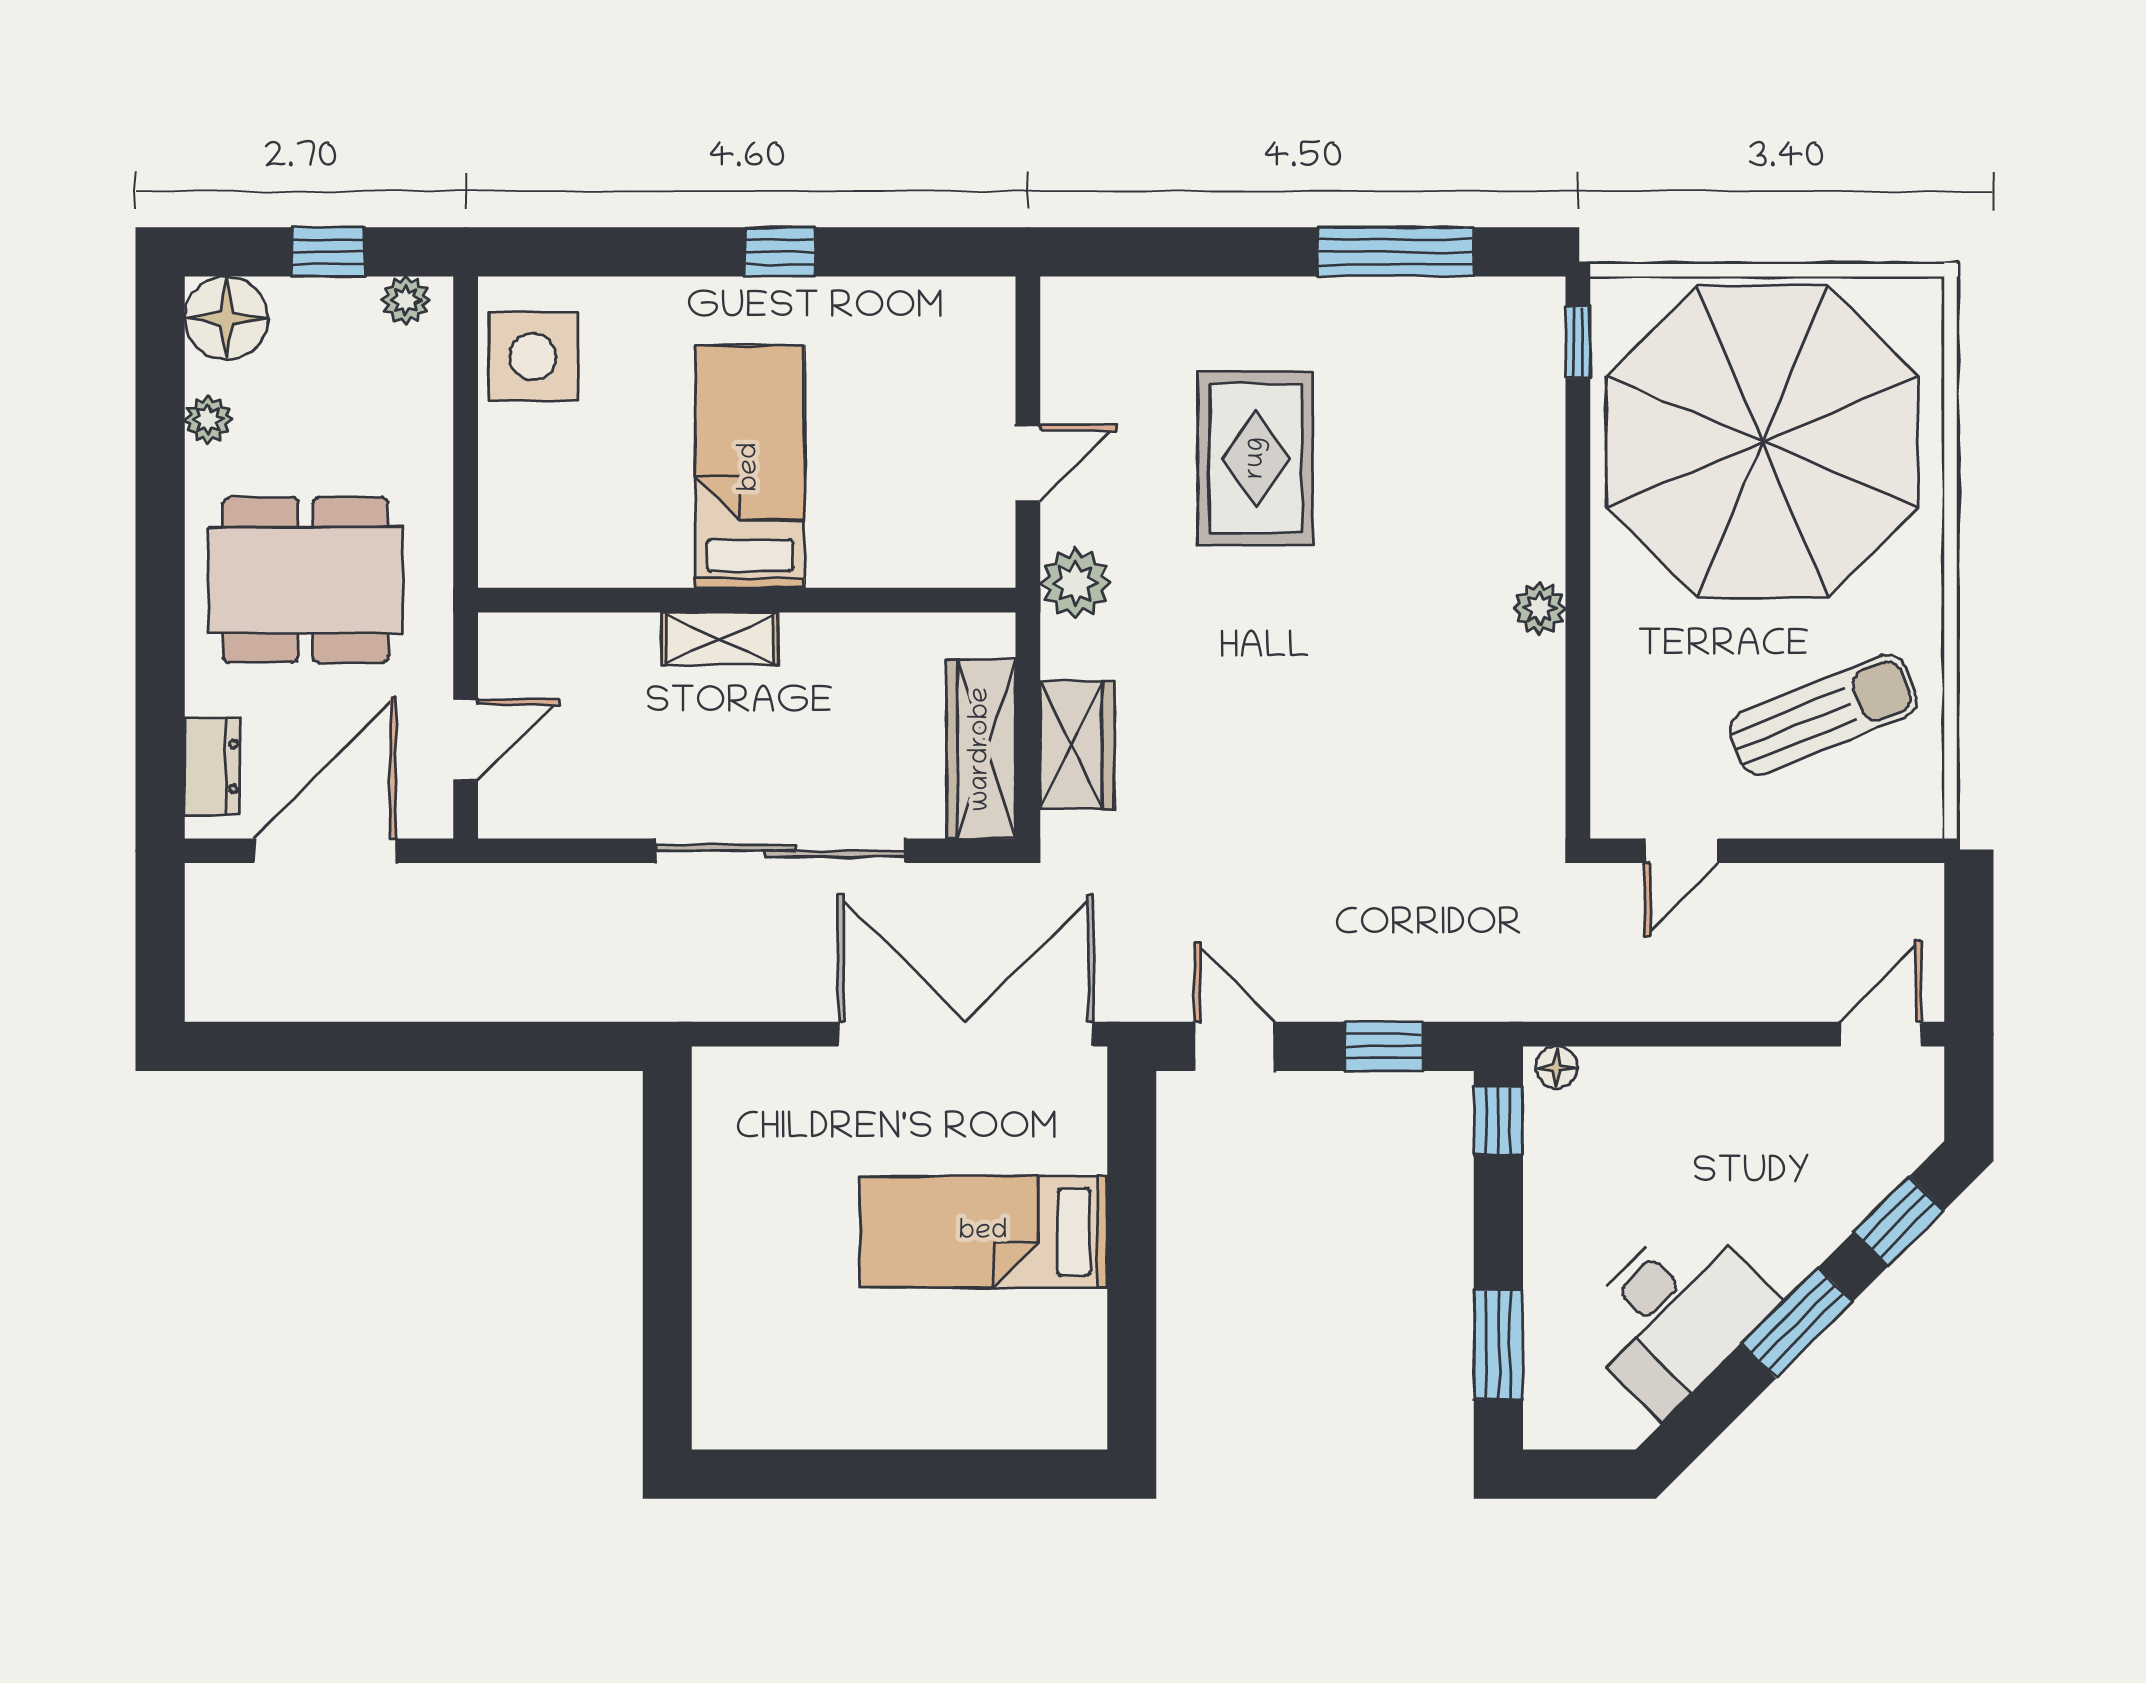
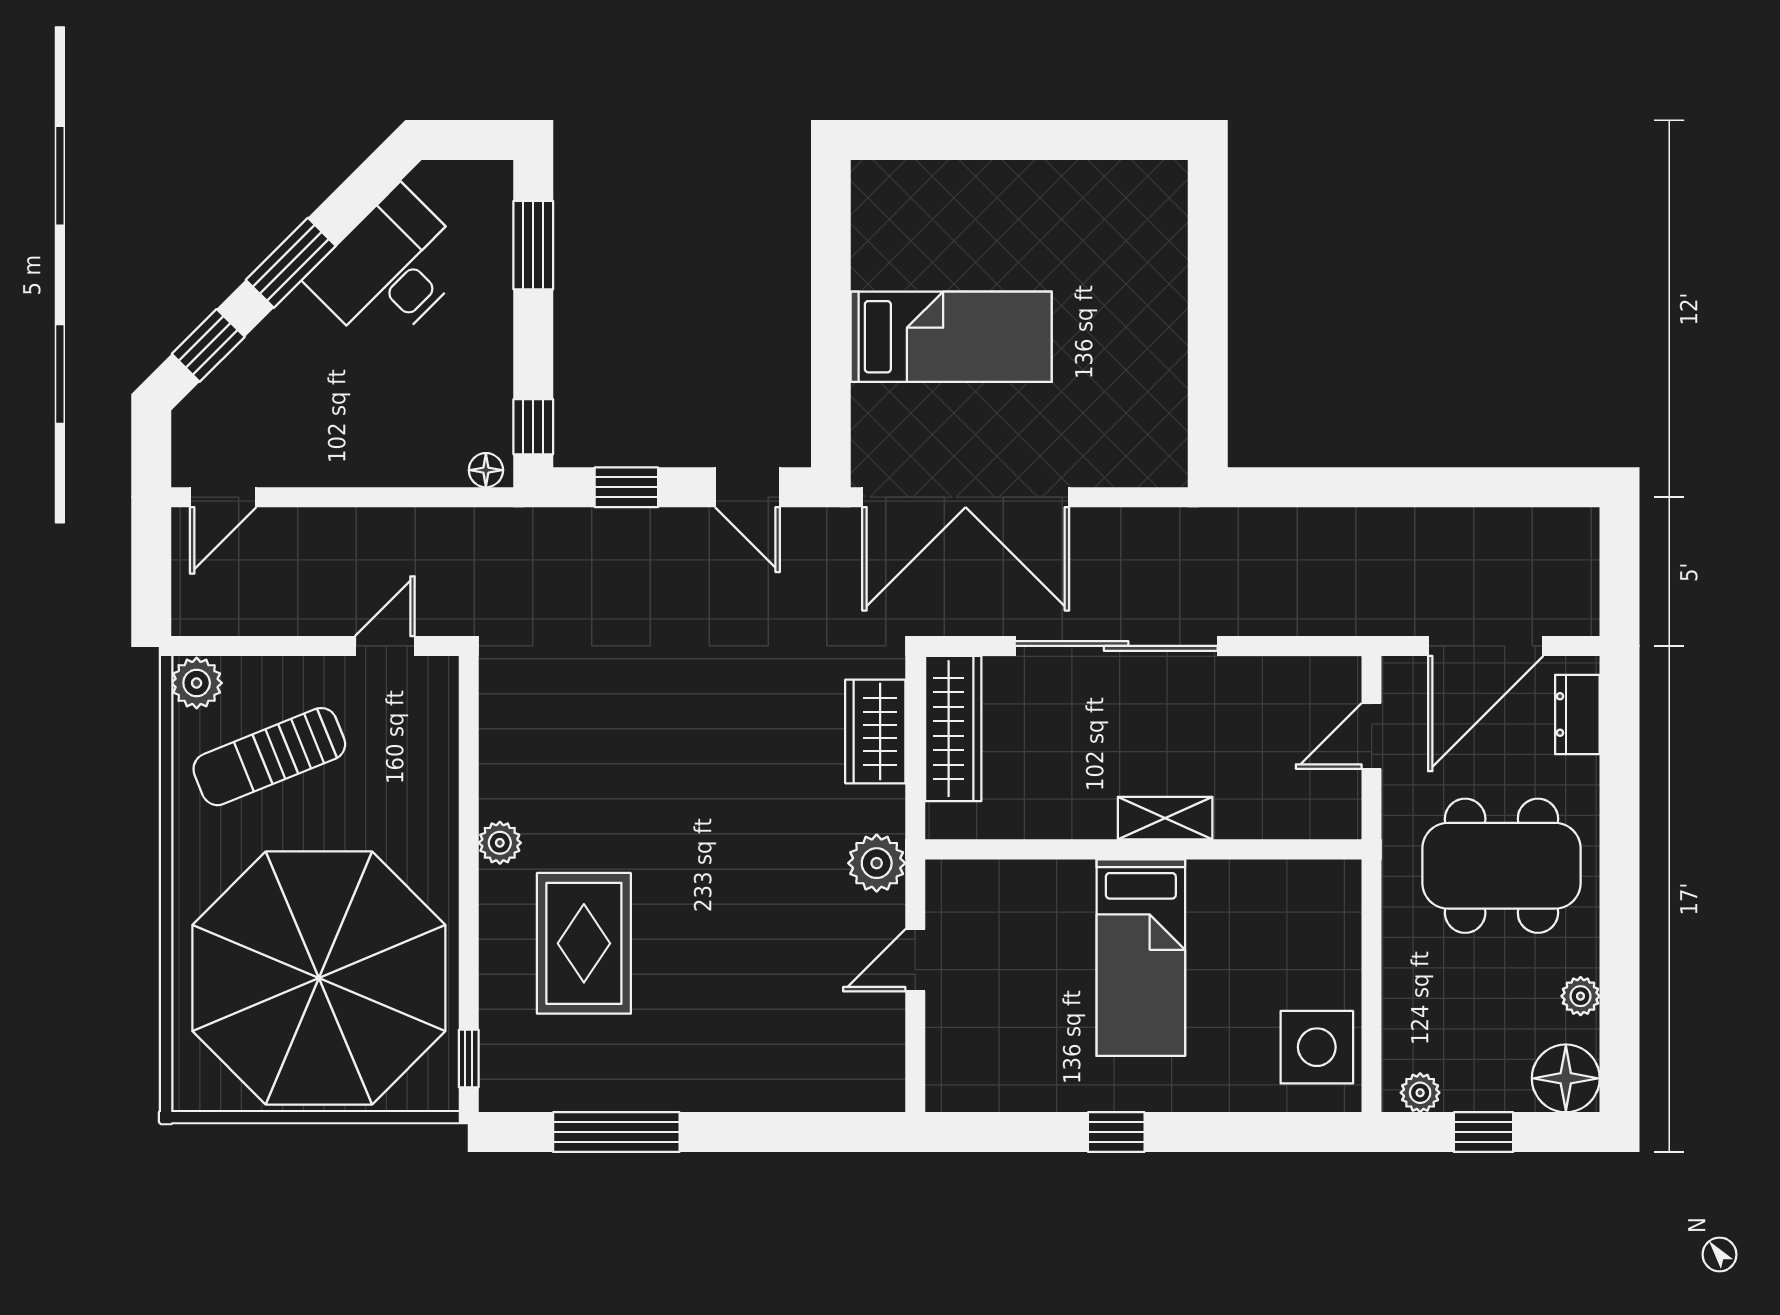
rug: (1256, 458) -> (584, 943), moved
plant: (1913, 805) -> (197, 683), added

